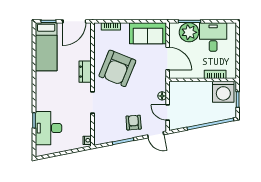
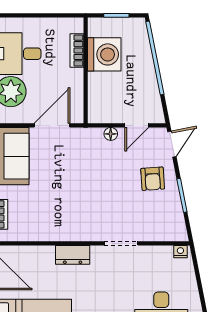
armchair: (117, 68) -> (67, 204), removed
washing machine: (223, 92) -> (104, 54), moved
armchair: (134, 123) -> (153, 179), turned -90

